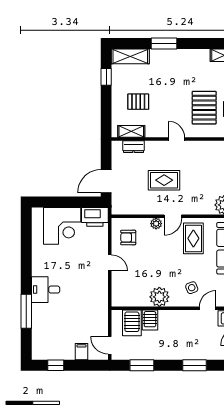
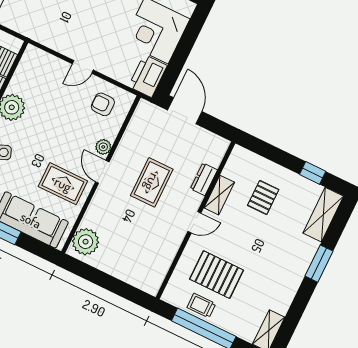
shelving: (131, 131) -> (219, 195), moved
dresser: (134, 147) -> (204, 179), moved
armchair: (128, 238) -> (103, 104), turned -90

